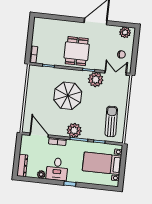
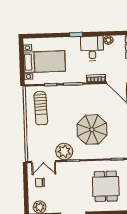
dining table: (77, 51) -> (106, 186), moved
plant: (74, 130) -> (80, 93), removed

